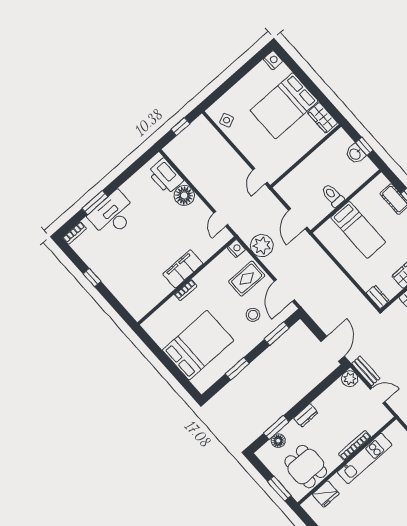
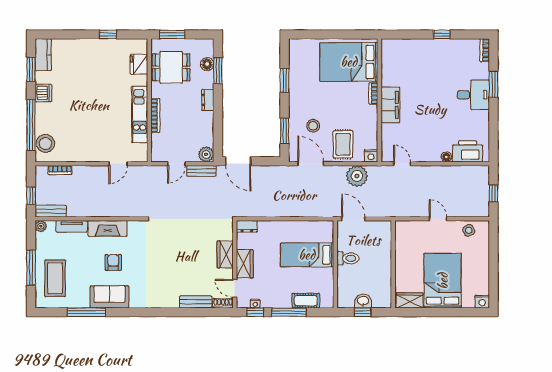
door: (260, 176) -> (438, 219), moved
floor lamp: (184, 195) -> (446, 157), width x0.53, depth x0.53
desk: (113, 215) -> (473, 95), width x0.73
bed: (198, 345) -> (349, 62), moved, turned 90

